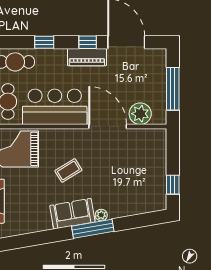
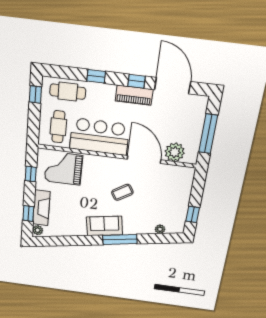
coffee table: (68, 170) -> (122, 192), moved
plant: (101, 215) -> (160, 229), moved

